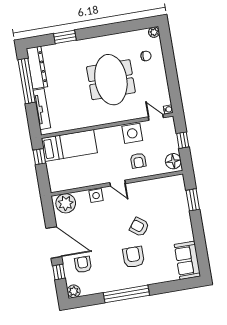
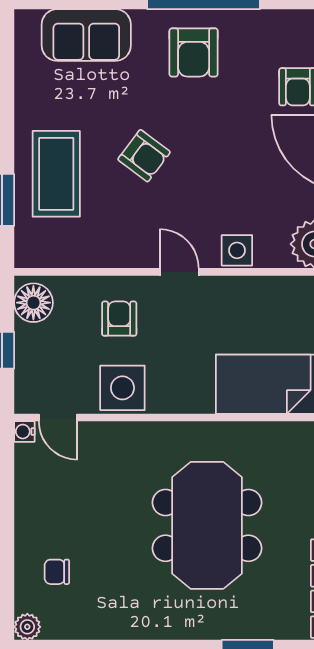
meeting table: (111, 80) -> (207, 525), moved
coffee table: (173, 214) -> (56, 174), added
armchair: (134, 257) -> (194, 52), moved
sofa: (187, 260) -> (86, 35), moved, turned 90

